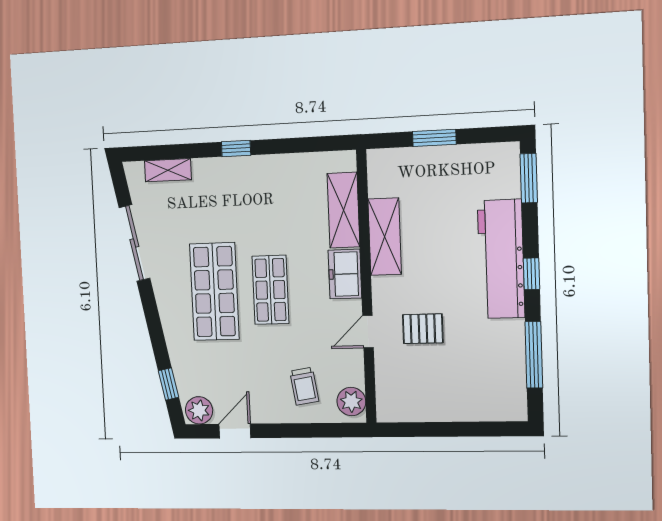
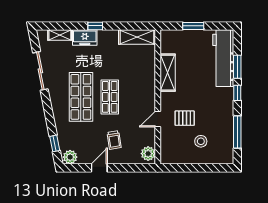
window: (529, 178) -> (237, 67), moved
shelving: (344, 210) -> (137, 37), moved, turned 90
workbench: (501, 259) -> (223, 58), moved
freezer: (345, 274) -> (85, 37), moved, turned -90
stool: (458, 375) -> (201, 141), added
trolley: (304, 386) -> (114, 140), moved
door: (235, 431) -> (99, 168), moved

